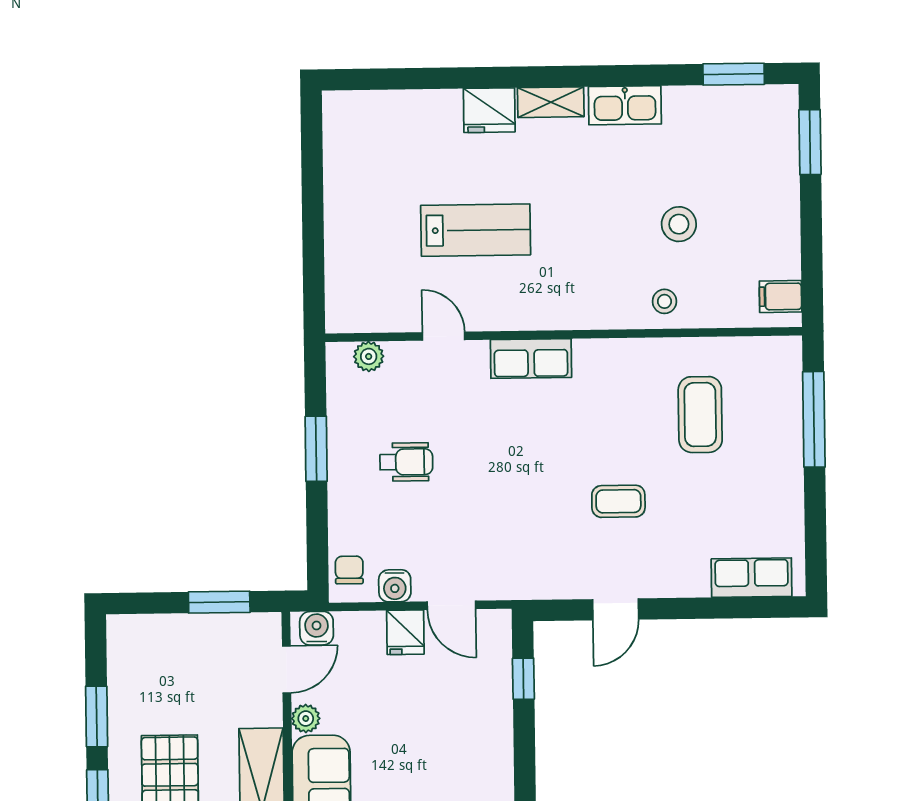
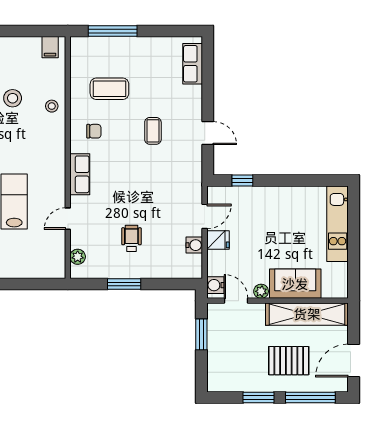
chair: (349, 570) -> (94, 131), moved, turned 180

